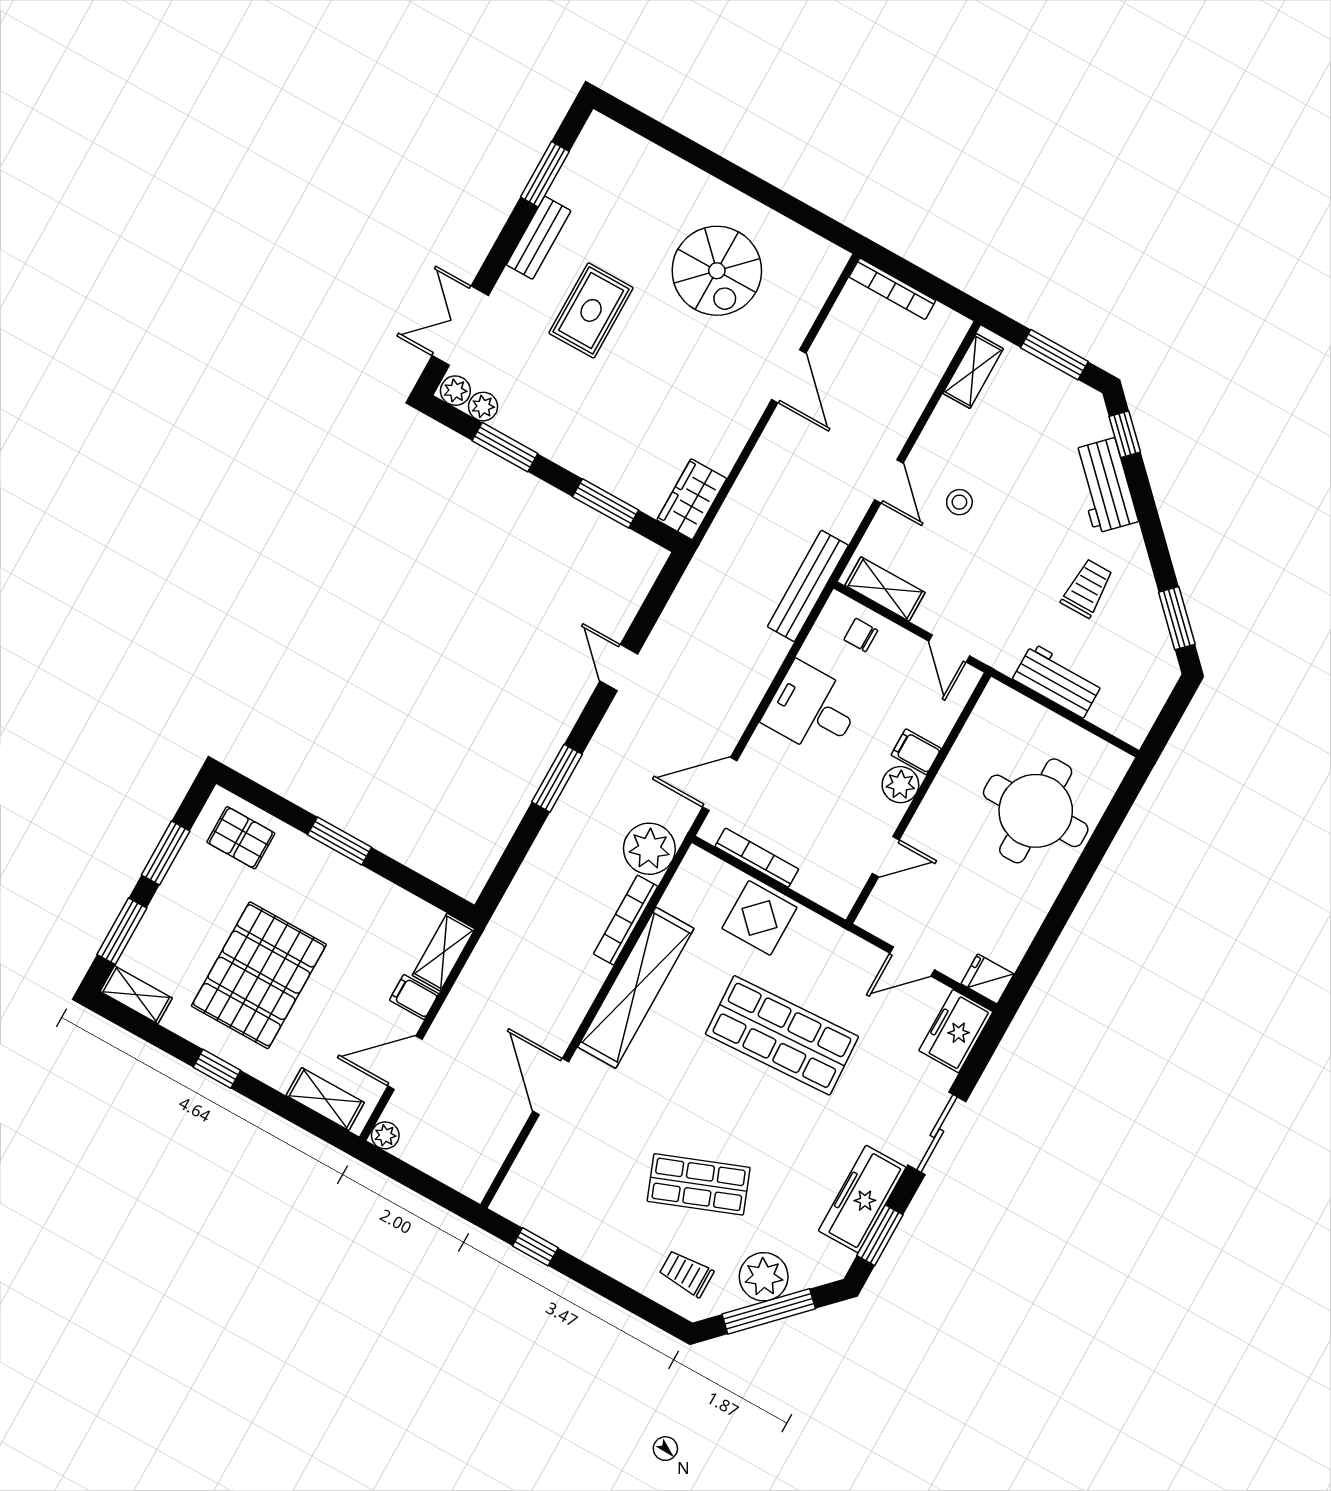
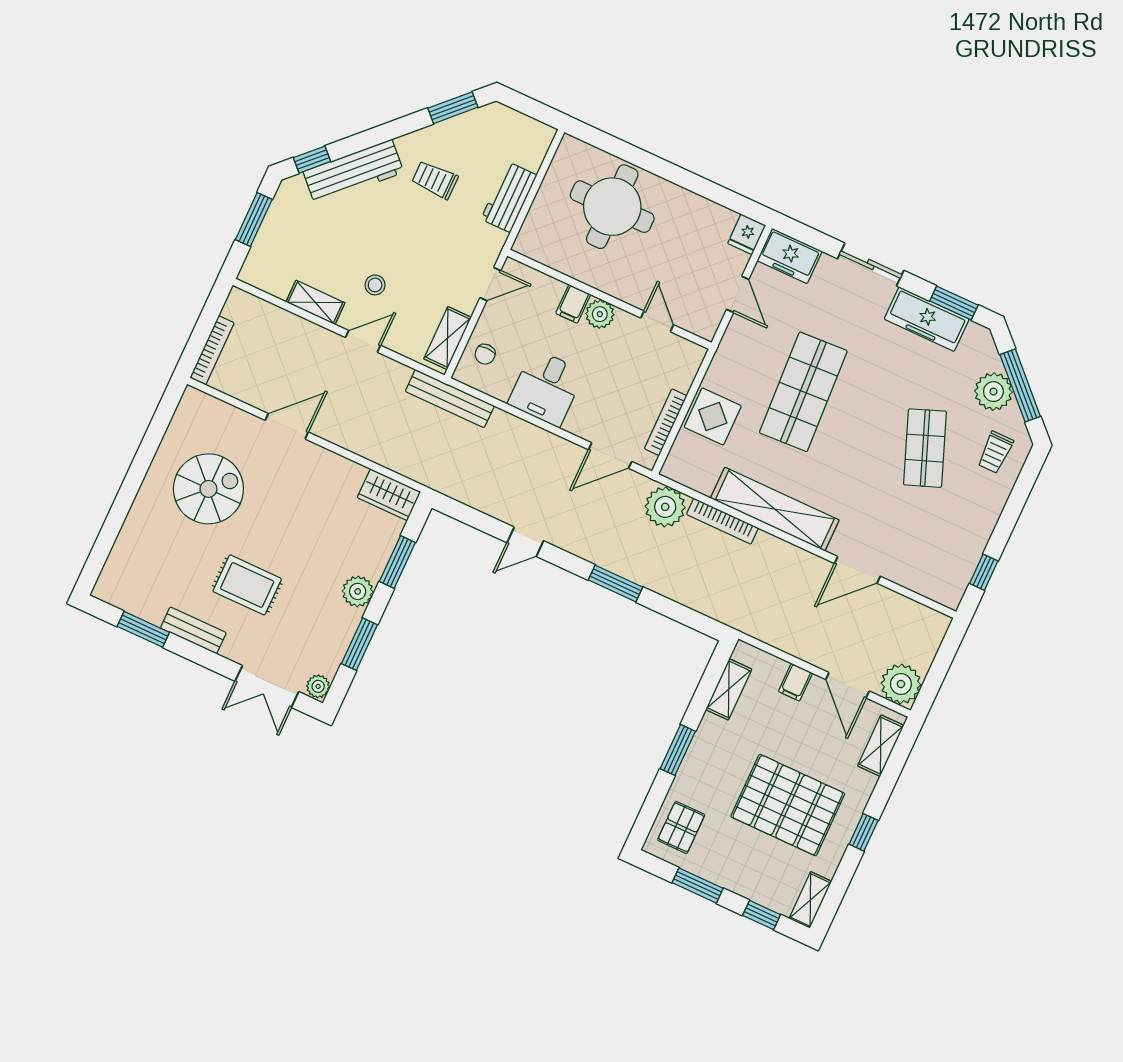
shelving: (973, 371) -> (315, 302), moved
plant: (483, 407) -> (358, 591), moved, width x1.38, depth x1.38
workbench: (1105, 486) -> (353, 172), width x1.38
door: (720, 784) -> (610, 456), hinge flipped
window: (122, 931) -> (762, 915), width x0.67
shelving: (444, 952) -> (729, 689), moved, turned 90
plant: (385, 1135) -> (901, 684), width x1.88, depth x1.88

